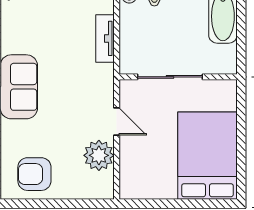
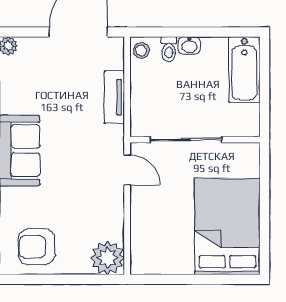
door: (117, 122) -> (127, 170), moved
plant: (99, 155) -> (108, 258), moved

